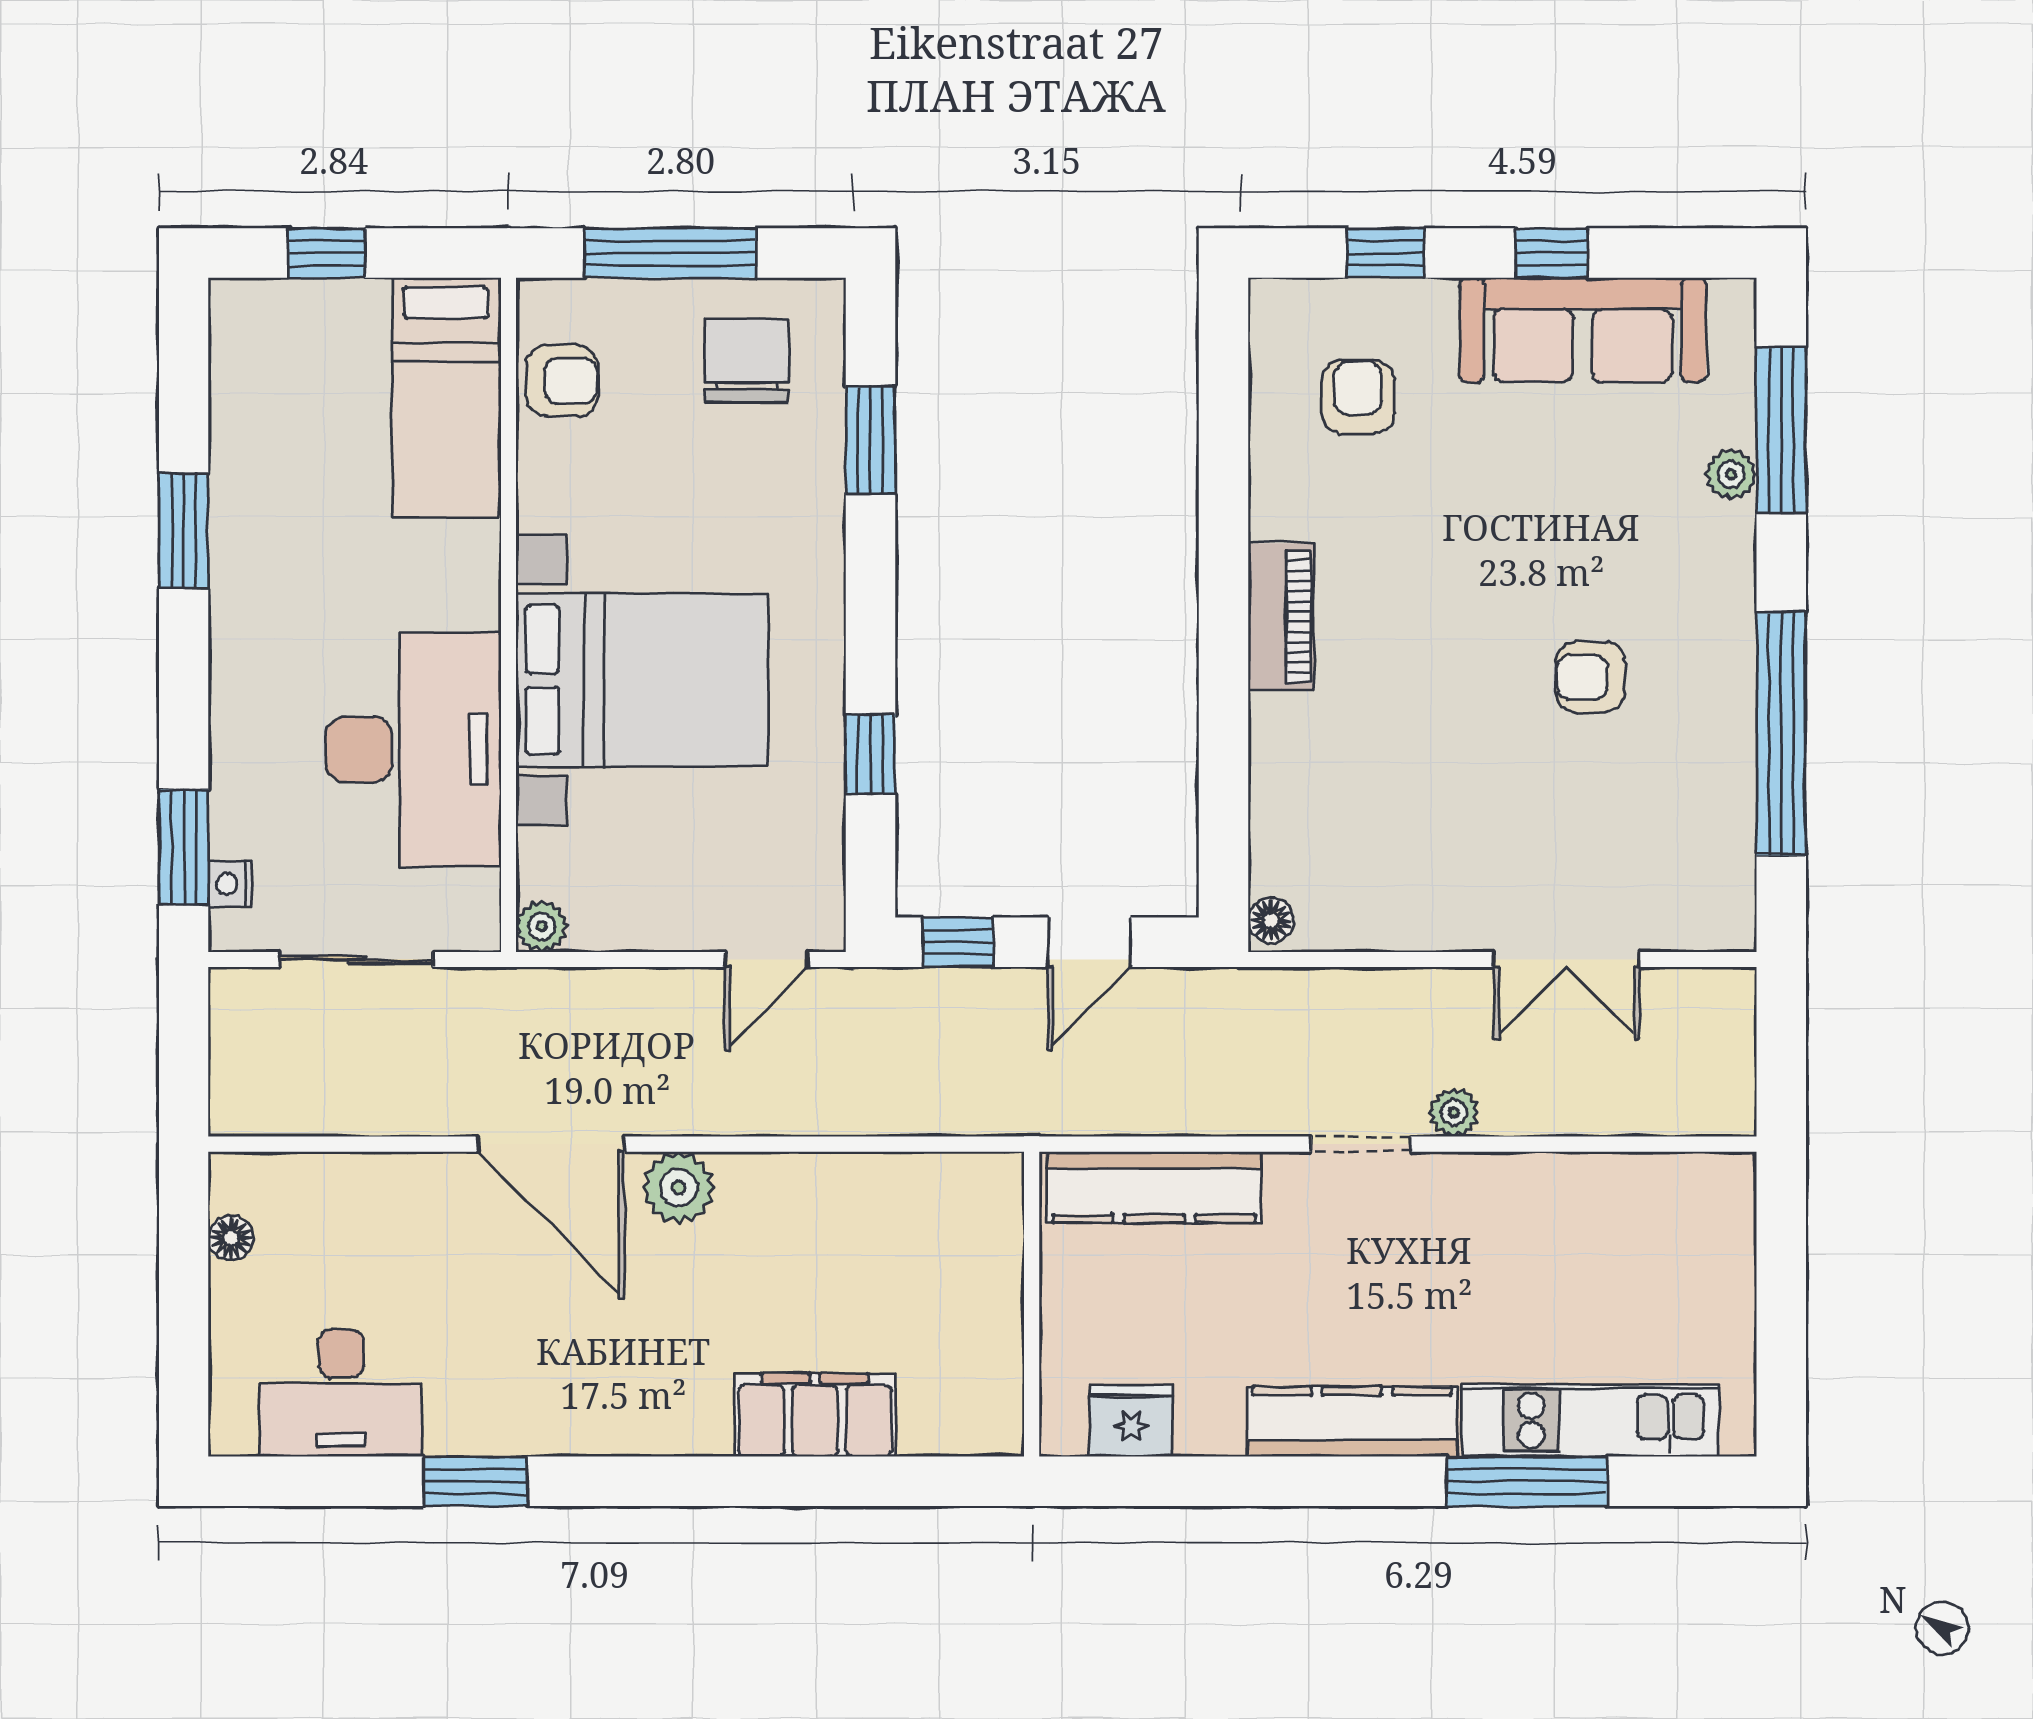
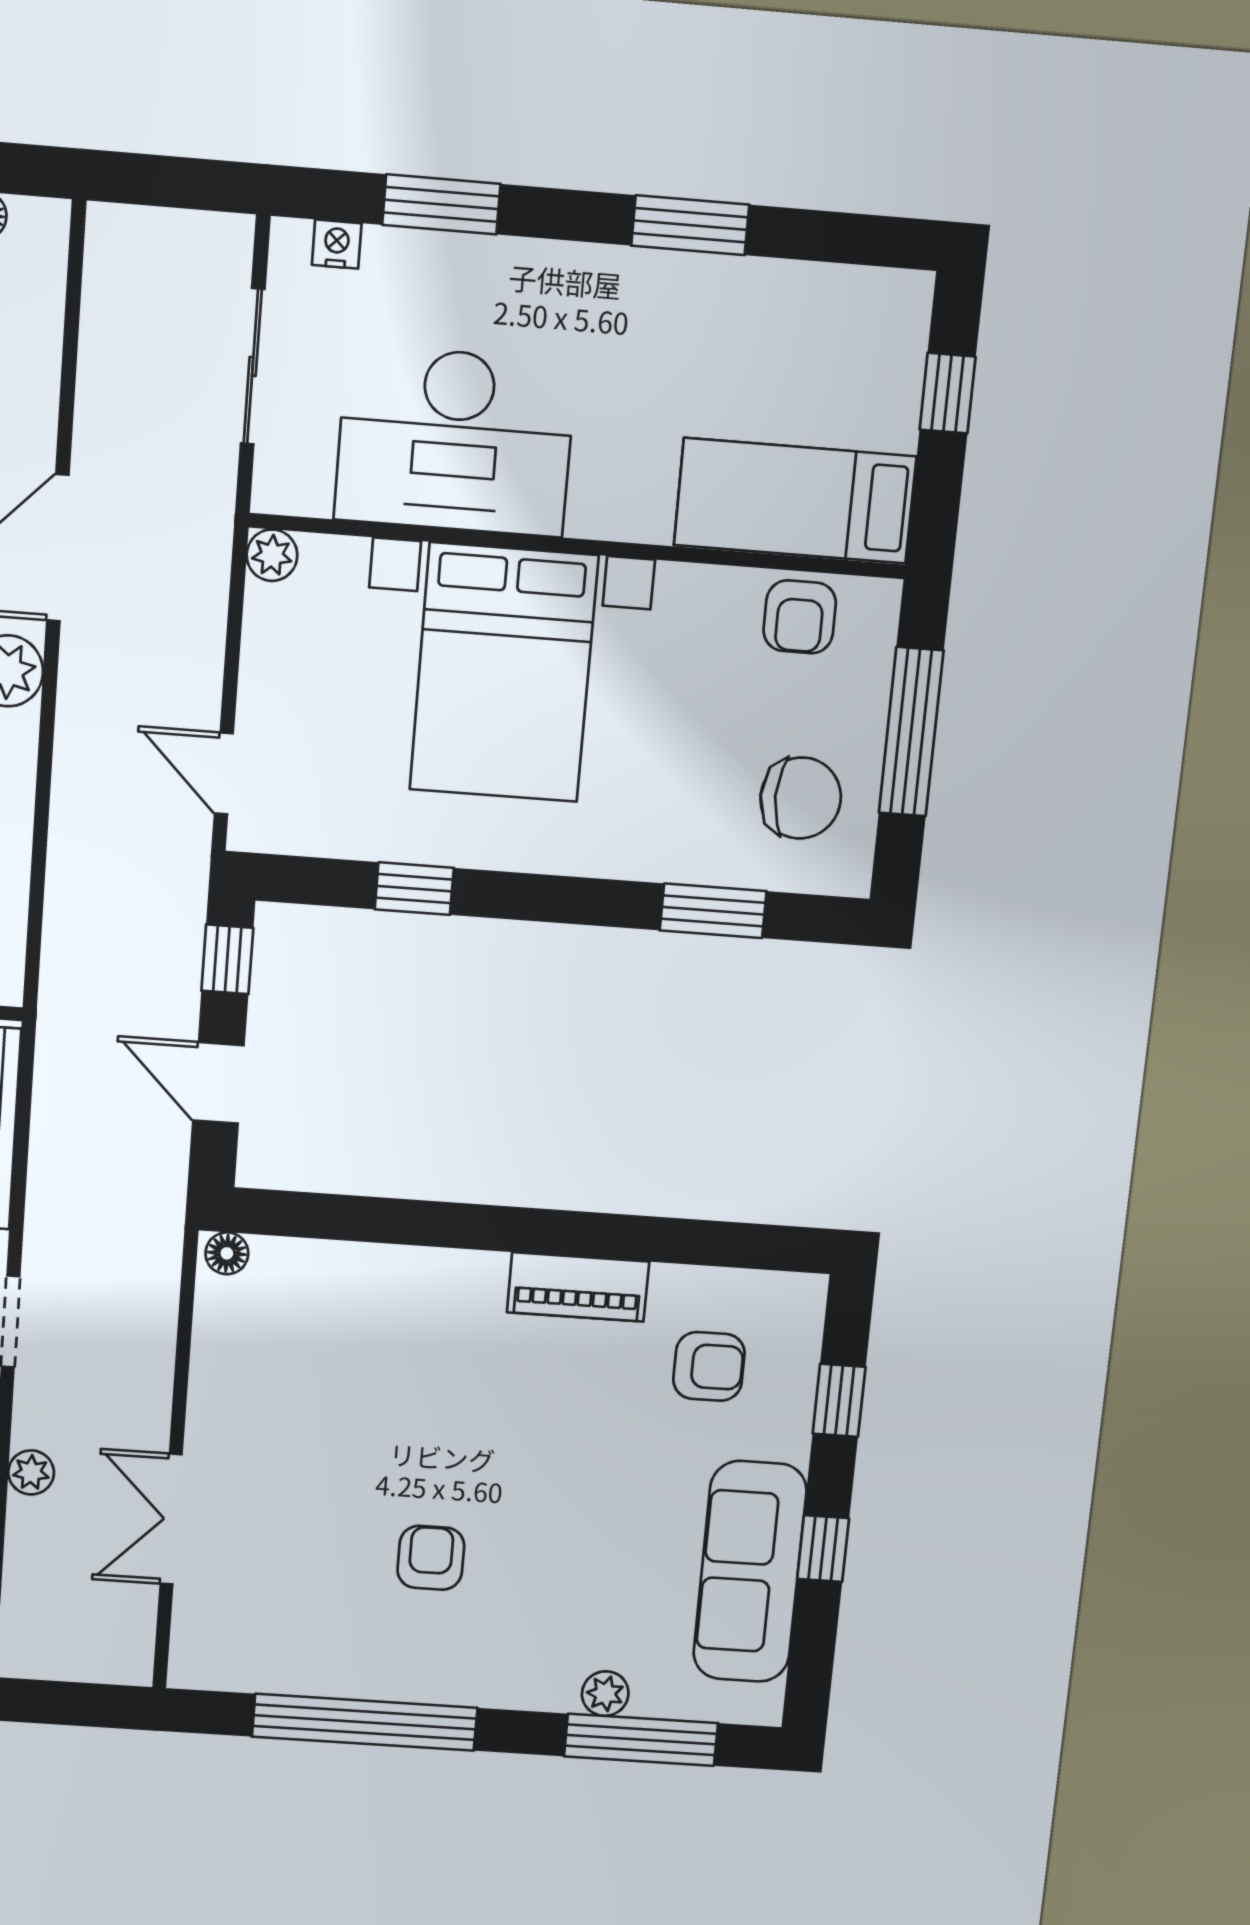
piano: (1281, 617) -> (578, 1287), moved
window: (184, 847) -> (441, 204), moved
plant: (1454, 1112) -> (31, 1472), moved

